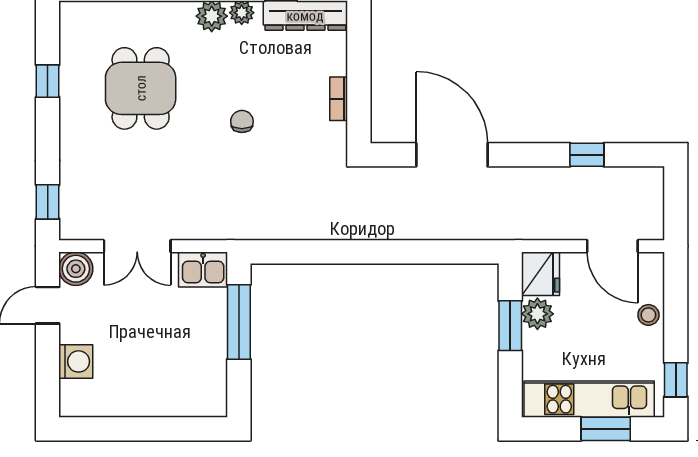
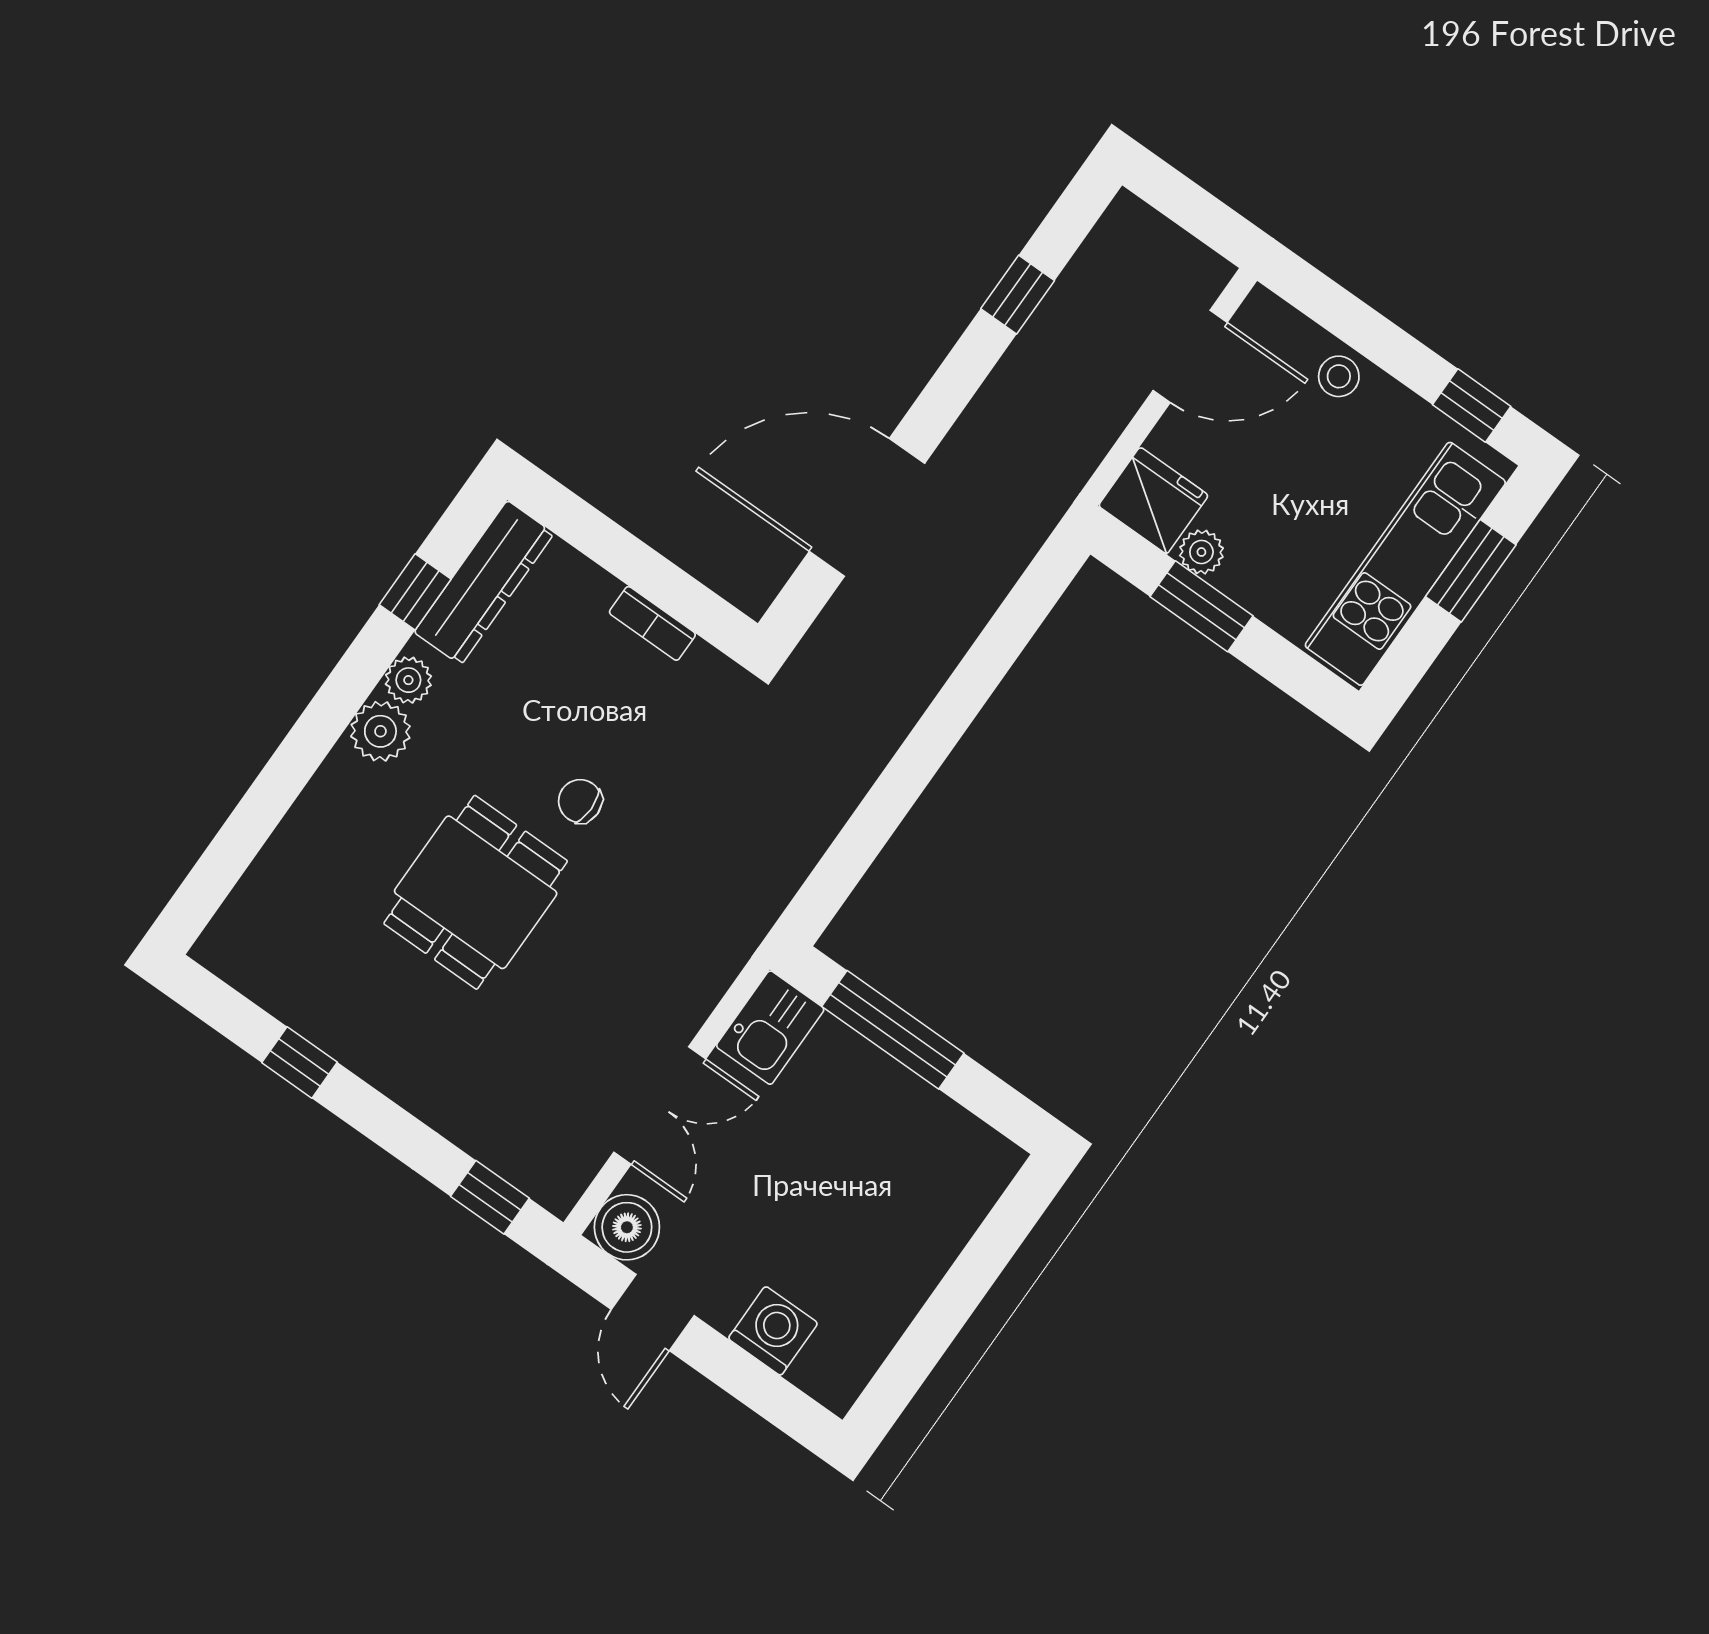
dining table: (141, 88) -> (476, 892), moved, turned 90
plant: (537, 314) -> (1201, 552), width x0.73, depth x0.73

